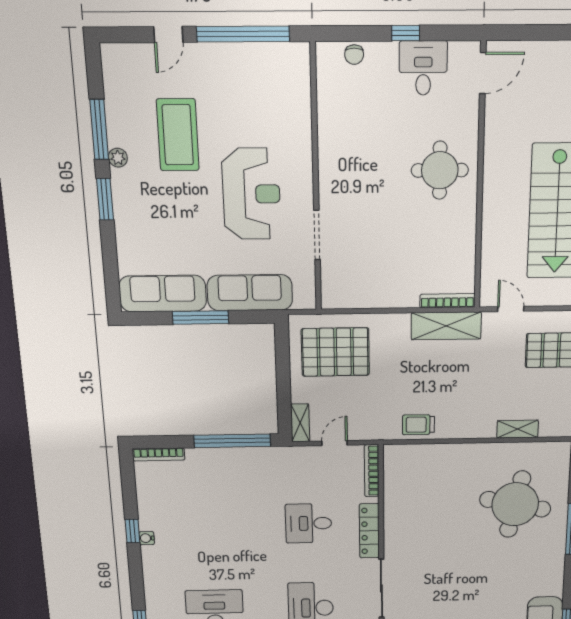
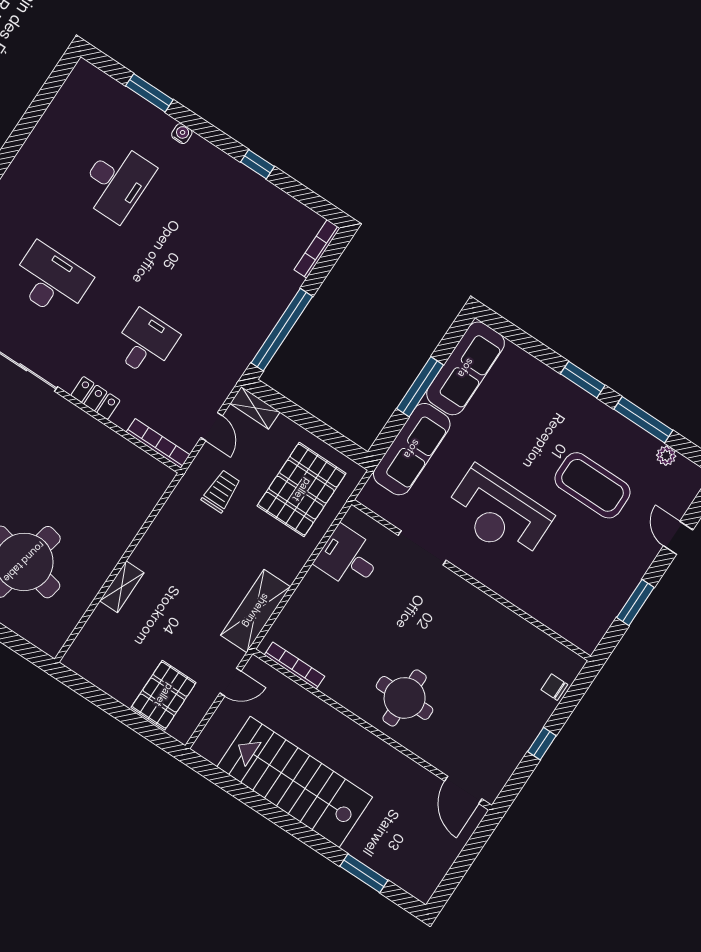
window: (243, 34) -> (635, 602), width x0.47
desk: (423, 68) -> (348, 558), moved, turned 180
plant: (118, 158) -> (666, 456), moved
bookcase: (447, 301) -> (294, 666), moved, turned -90
trolley: (418, 425) -> (221, 491), moved
shelving: (518, 429) -> (122, 587), moved
locker: (369, 531) -> (95, 398), width x0.66
water cooler: (147, 538) -> (182, 134), moved

